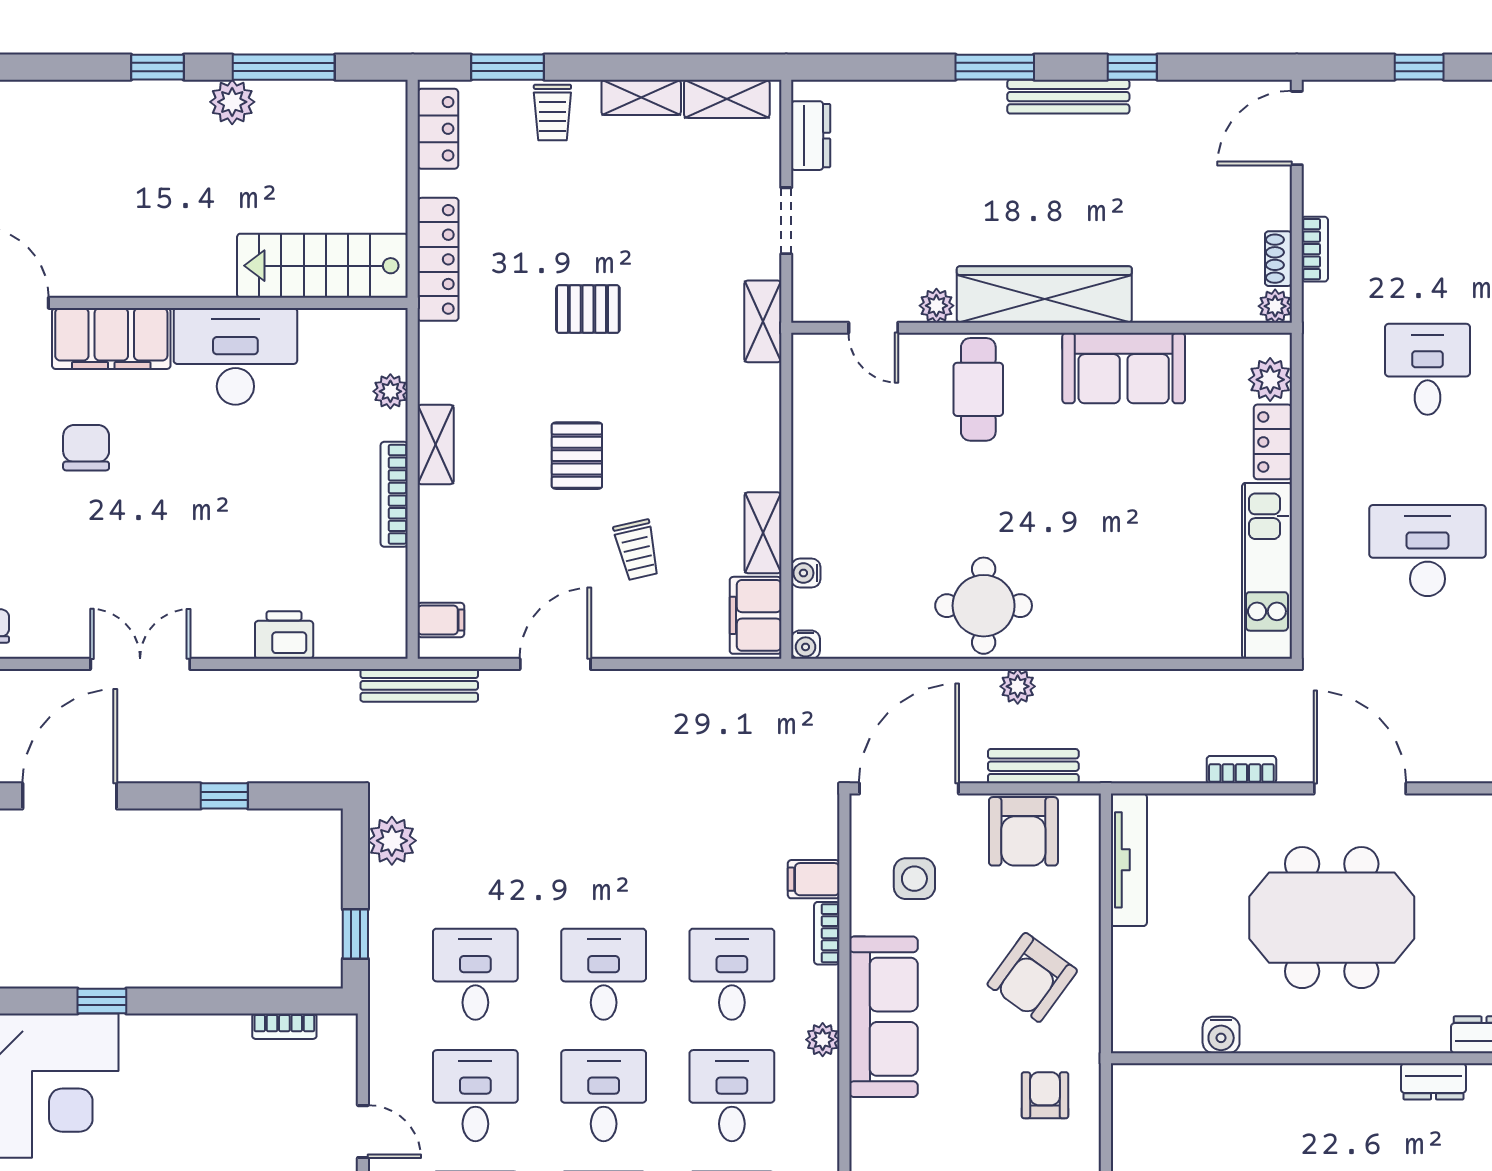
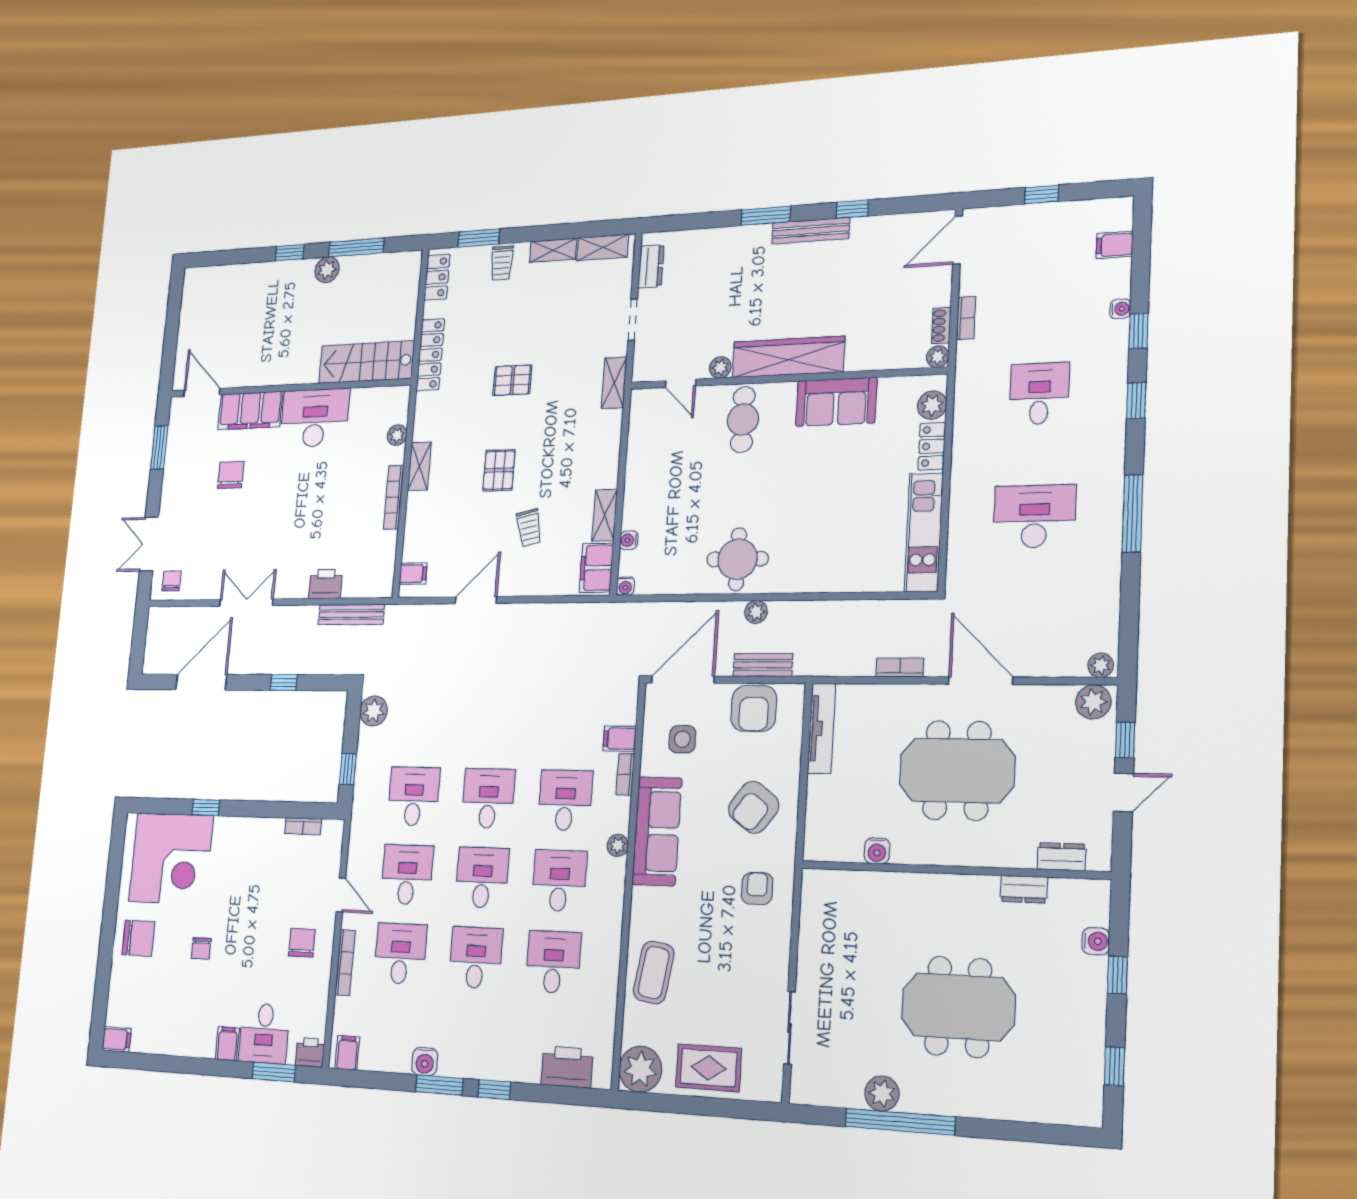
bench: (419, 685) -> (351, 615), moved

